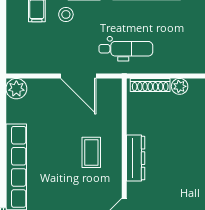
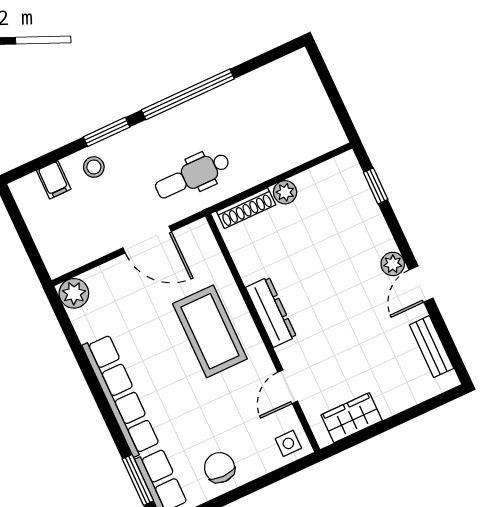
dental chair: (126, 49) -> (192, 176), turned 180
coffee table: (91, 152) -> (210, 331), width x1.86, depth x1.72

